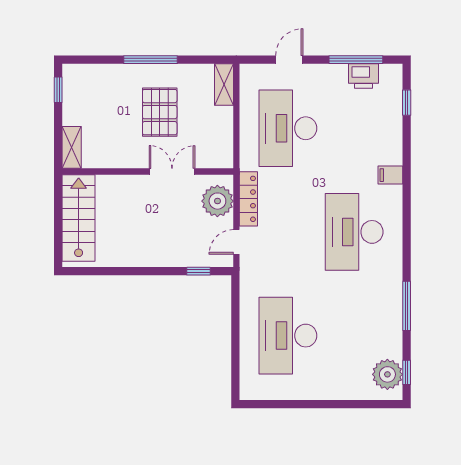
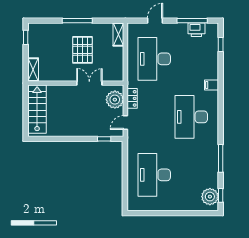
locker: (248, 199) -> (132, 98), width x0.66

